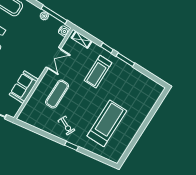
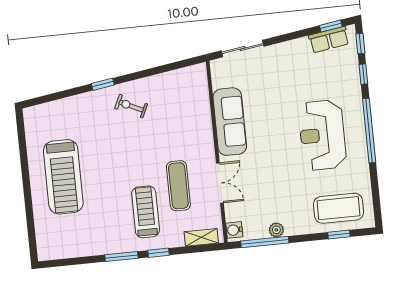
double door: (53, 58) -> (220, 183), swing flipped
sofa: (24, 87) -> (230, 122), width x1.36
exercise mat: (57, 94) -> (178, 186), moved
treadmill: (107, 123) -> (63, 177), moved

